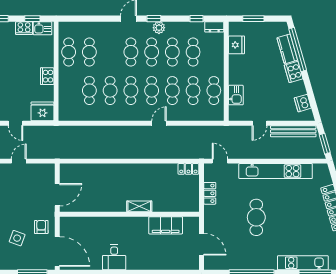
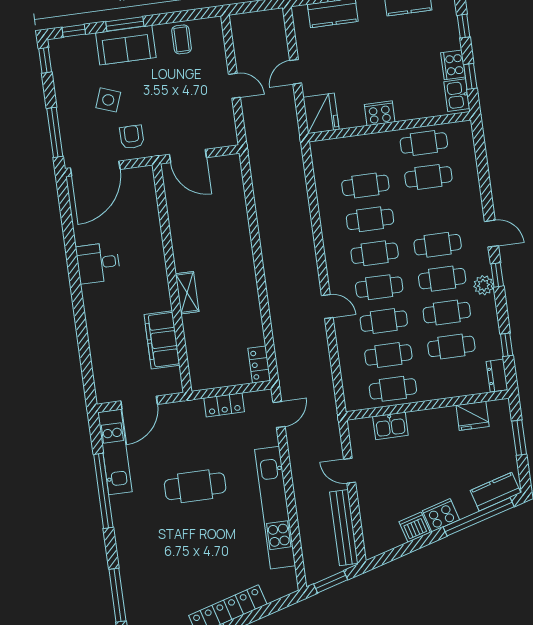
kitchen counter: (287, 49) -> (495, 492), moved
dishwasher: (303, 103) -> (415, 527), moved
armchair: (41, 227) -> (132, 137), turned -90
kitchen unit: (303, 263) -> (115, 452), moved

